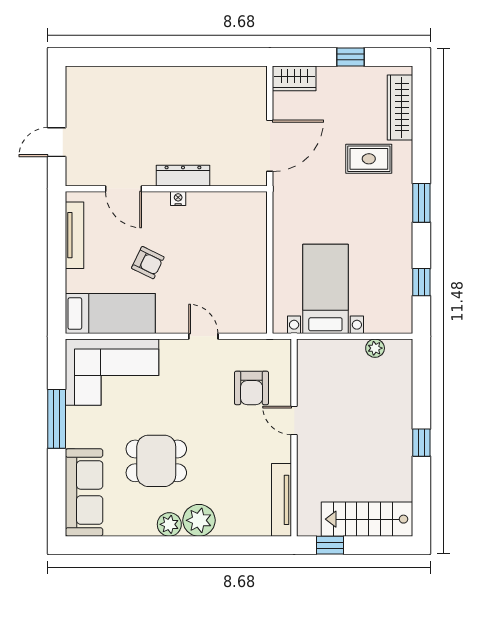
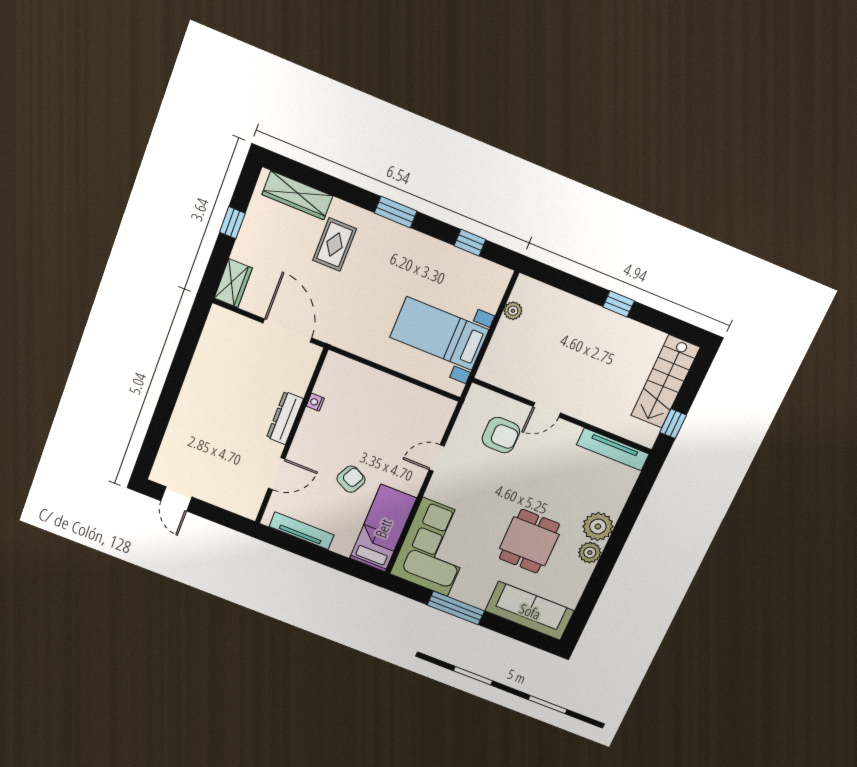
door: (57, 142) -> (176, 499), moved
nightstand: (178, 199) -> (315, 402), moved

